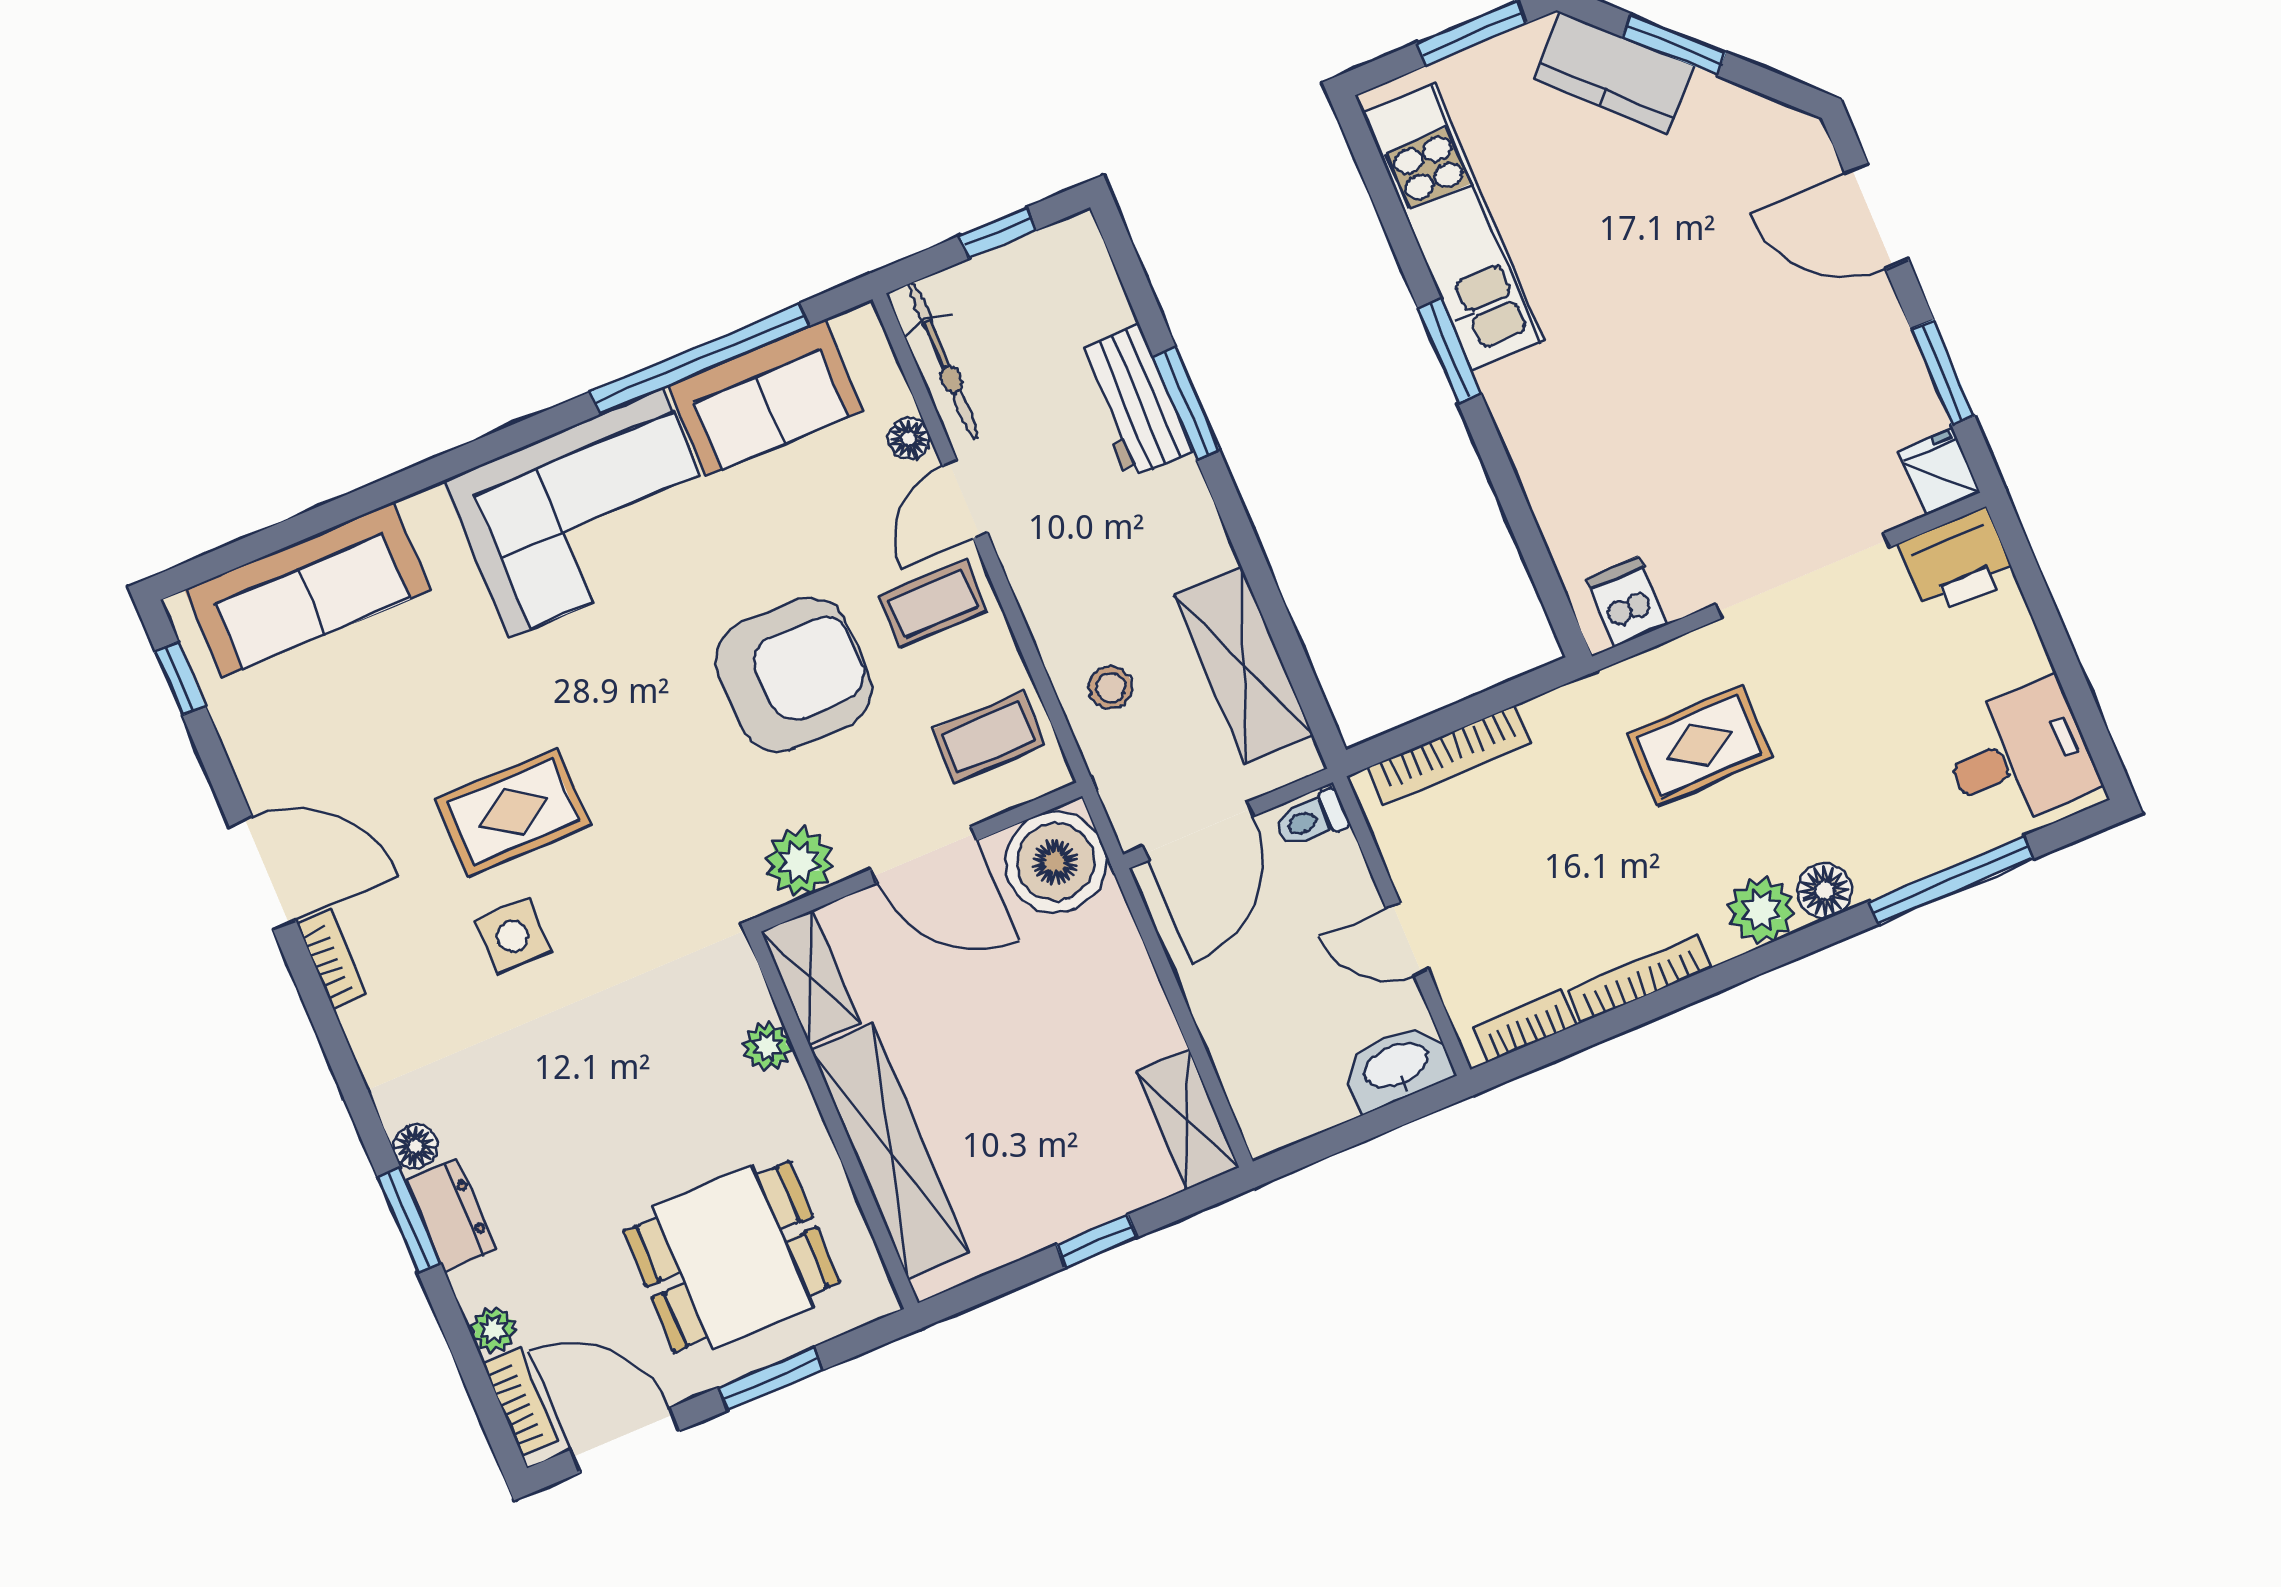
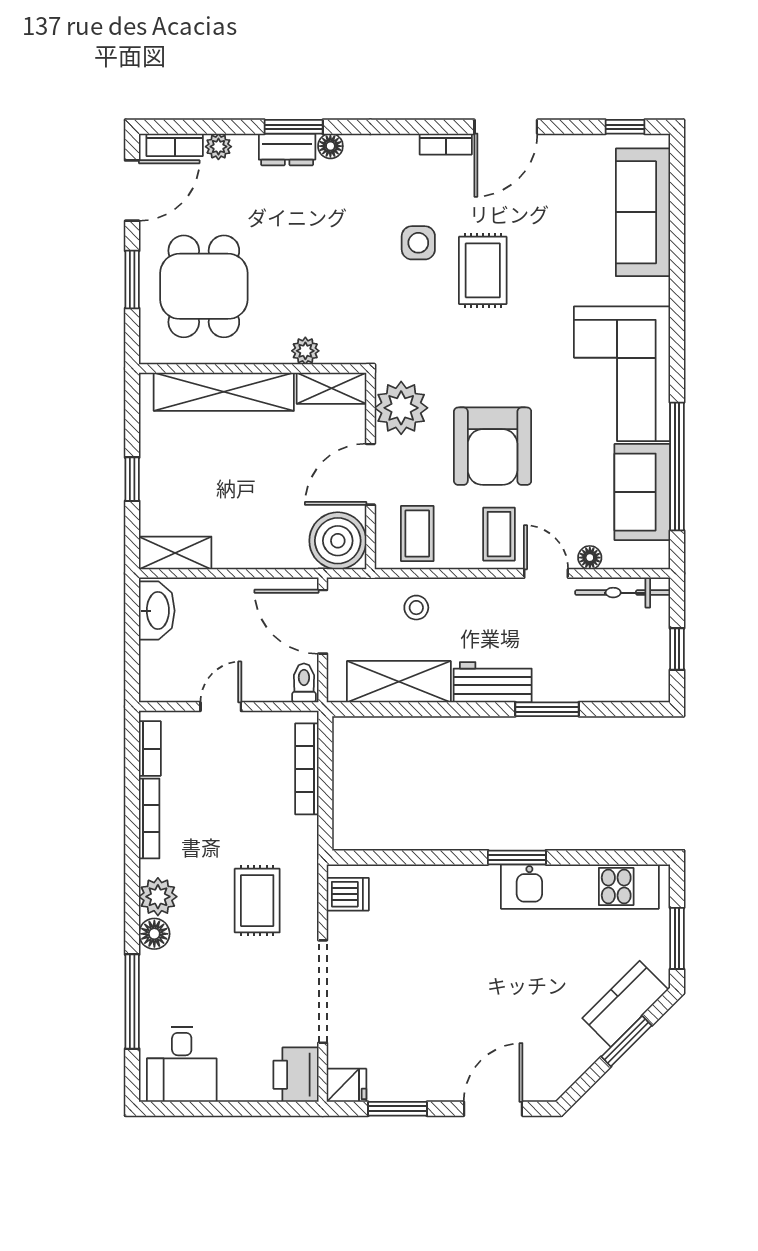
workbench: (1133, 401) -> (493, 682), moved
plant: (799, 862) -> (401, 408), width x1.36, depth x1.36
washbasin: (1397, 1067) -> (157, 611), moved

